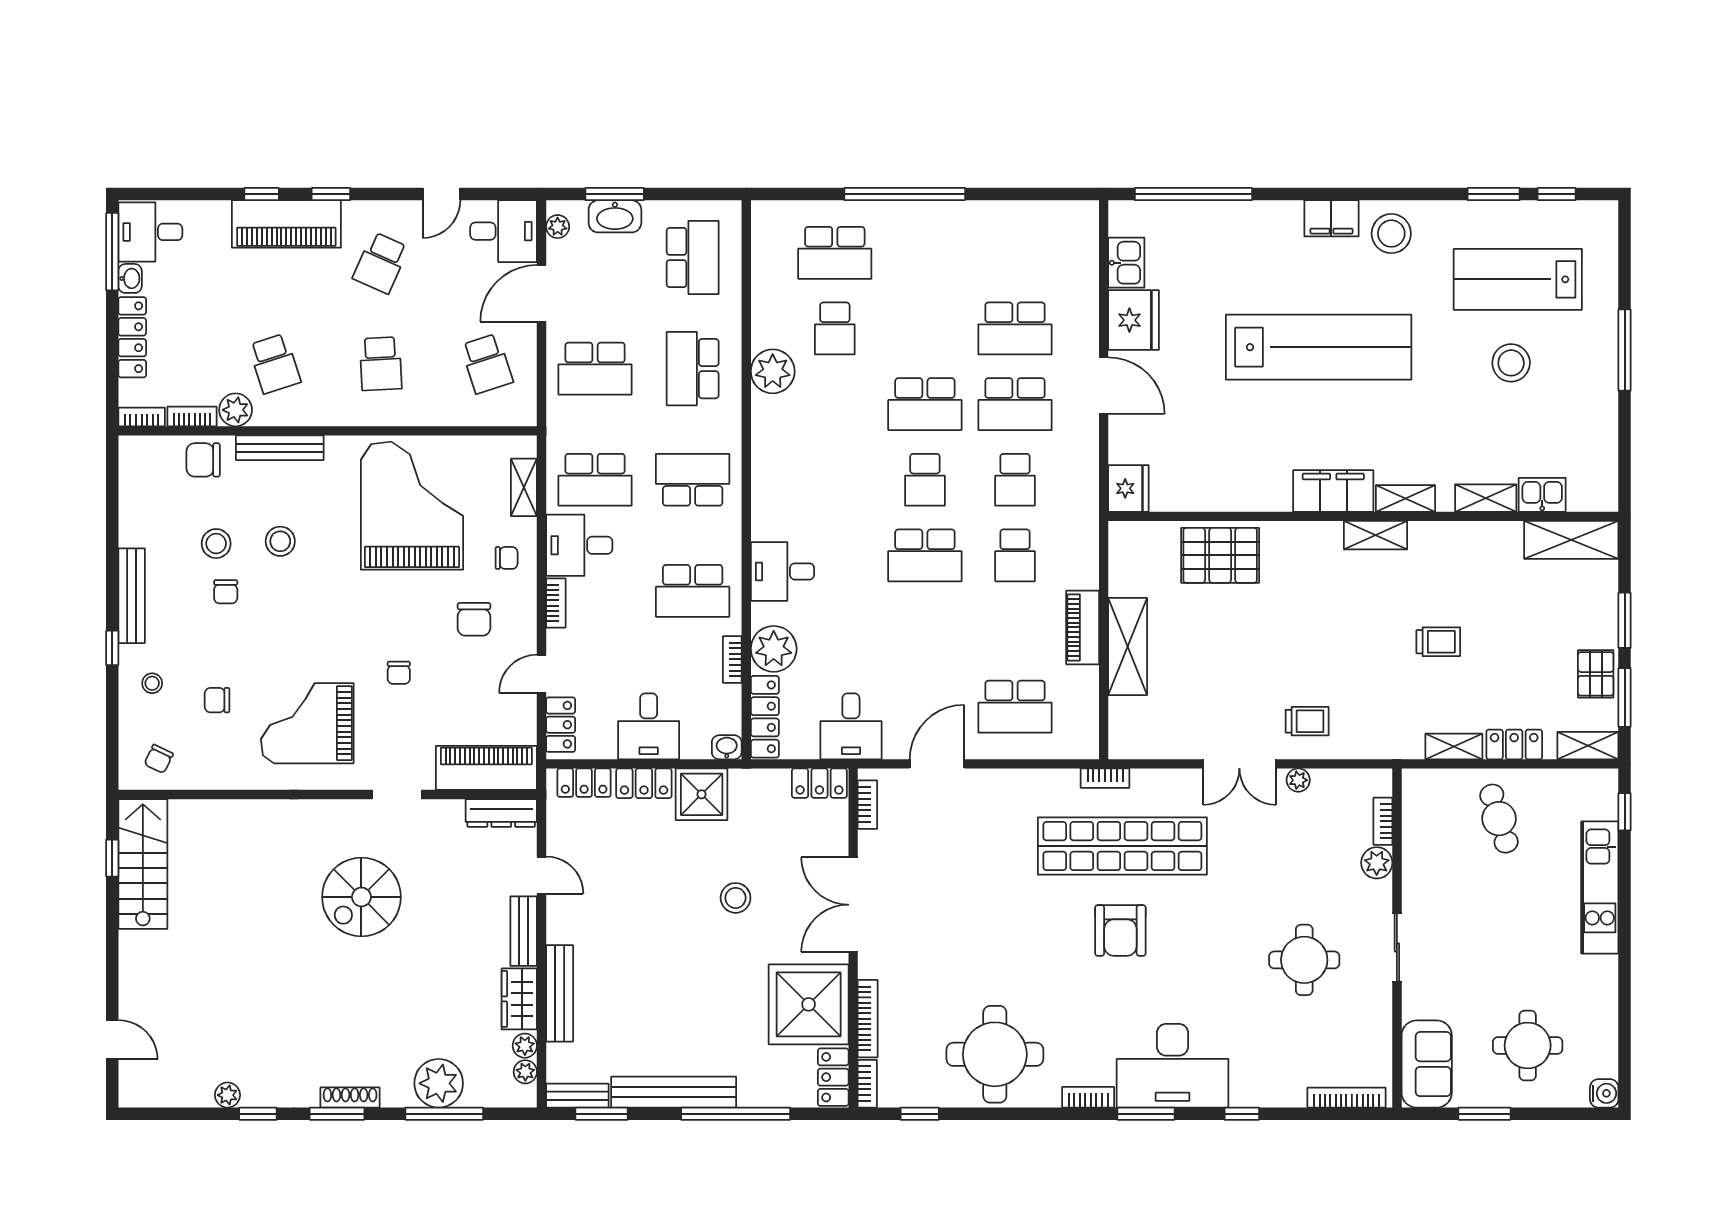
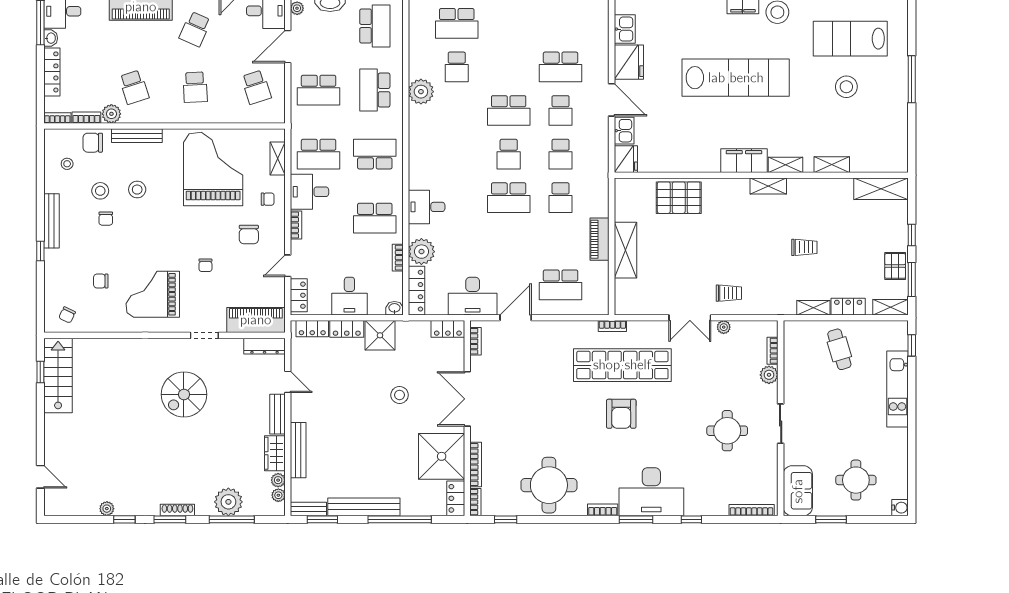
school desk: (1015, 404) -> (561, 110), width x0.54
kitchen sink: (1542, 495) -> (624, 131), moved, turned 90
window: (1625, 620) -> (912, 235), width x0.67
stool: (152, 683) -> (67, 164), moved
desk: (851, 726) -> (473, 296), width x1.37

